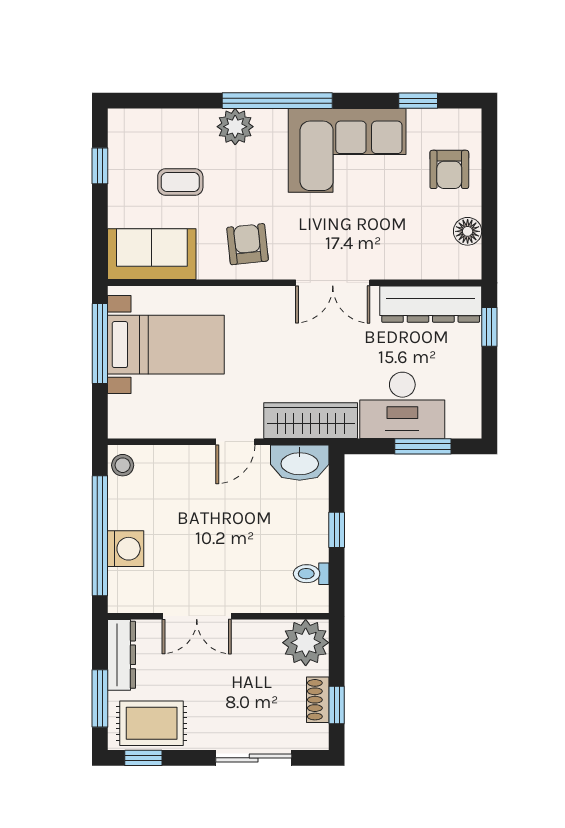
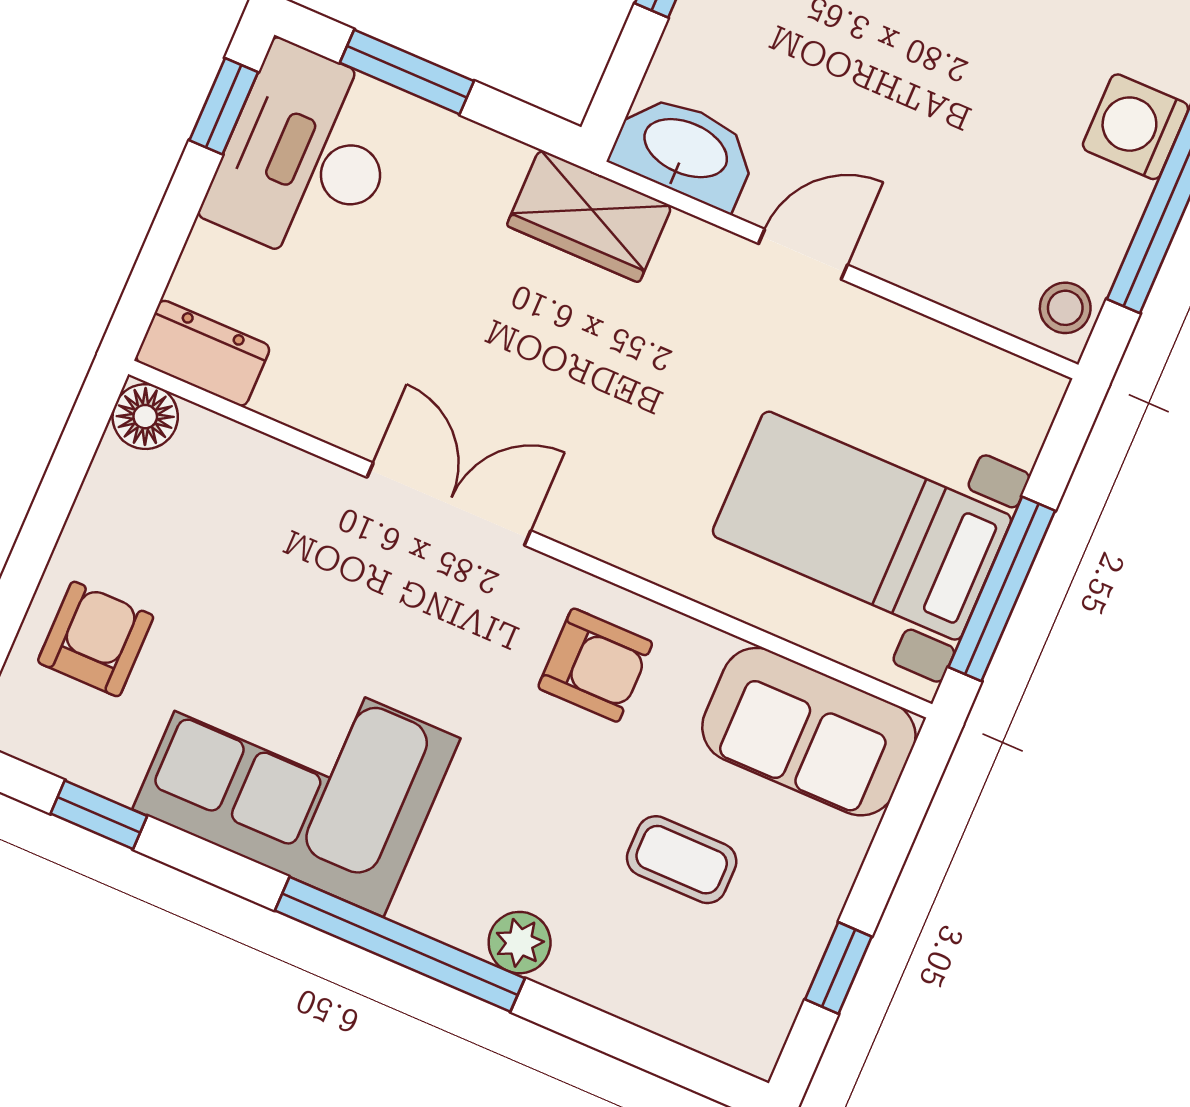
plant: (235, 127) -> (520, 943), width x0.73, depth x0.73
floor lamp: (468, 231) -> (145, 417), moved
armchair: (247, 244) -> (595, 665), turned -84
dresser: (431, 304) -> (203, 353), width x0.51, depth x0.80
window: (489, 327) -> (224, 106), moved
desk: (402, 405) -> (306, 156), moved, turned -90
wardrobe: (311, 421) -> (589, 216), width x0.67

